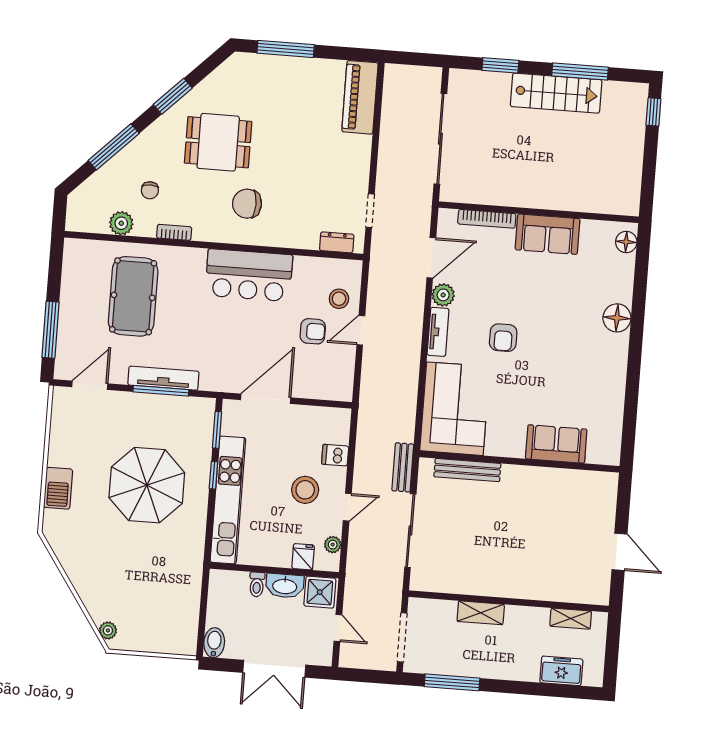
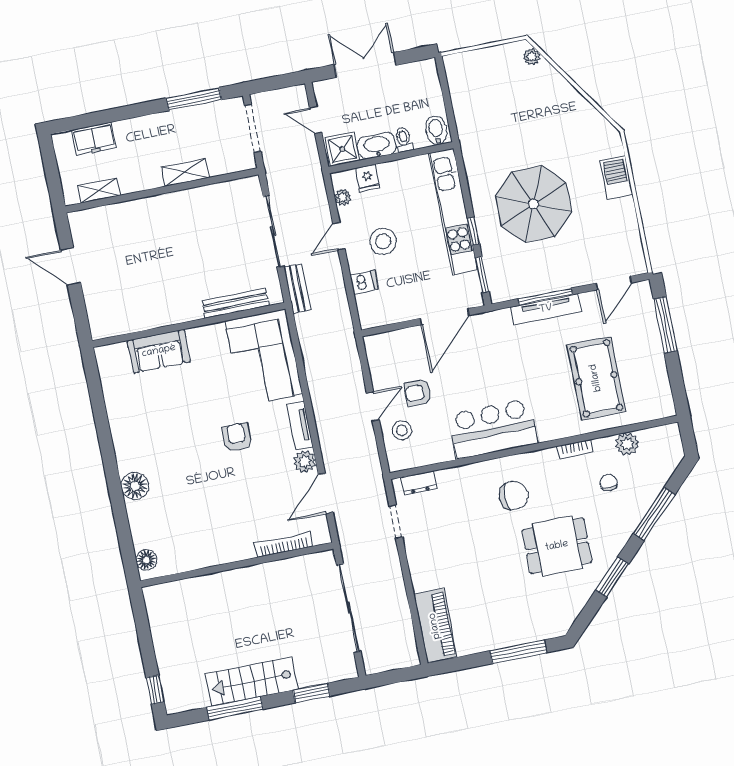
sofa: (548, 234) -> (223, 546), removed
bidet: (214, 643) -> (436, 130), moved, turned 180

